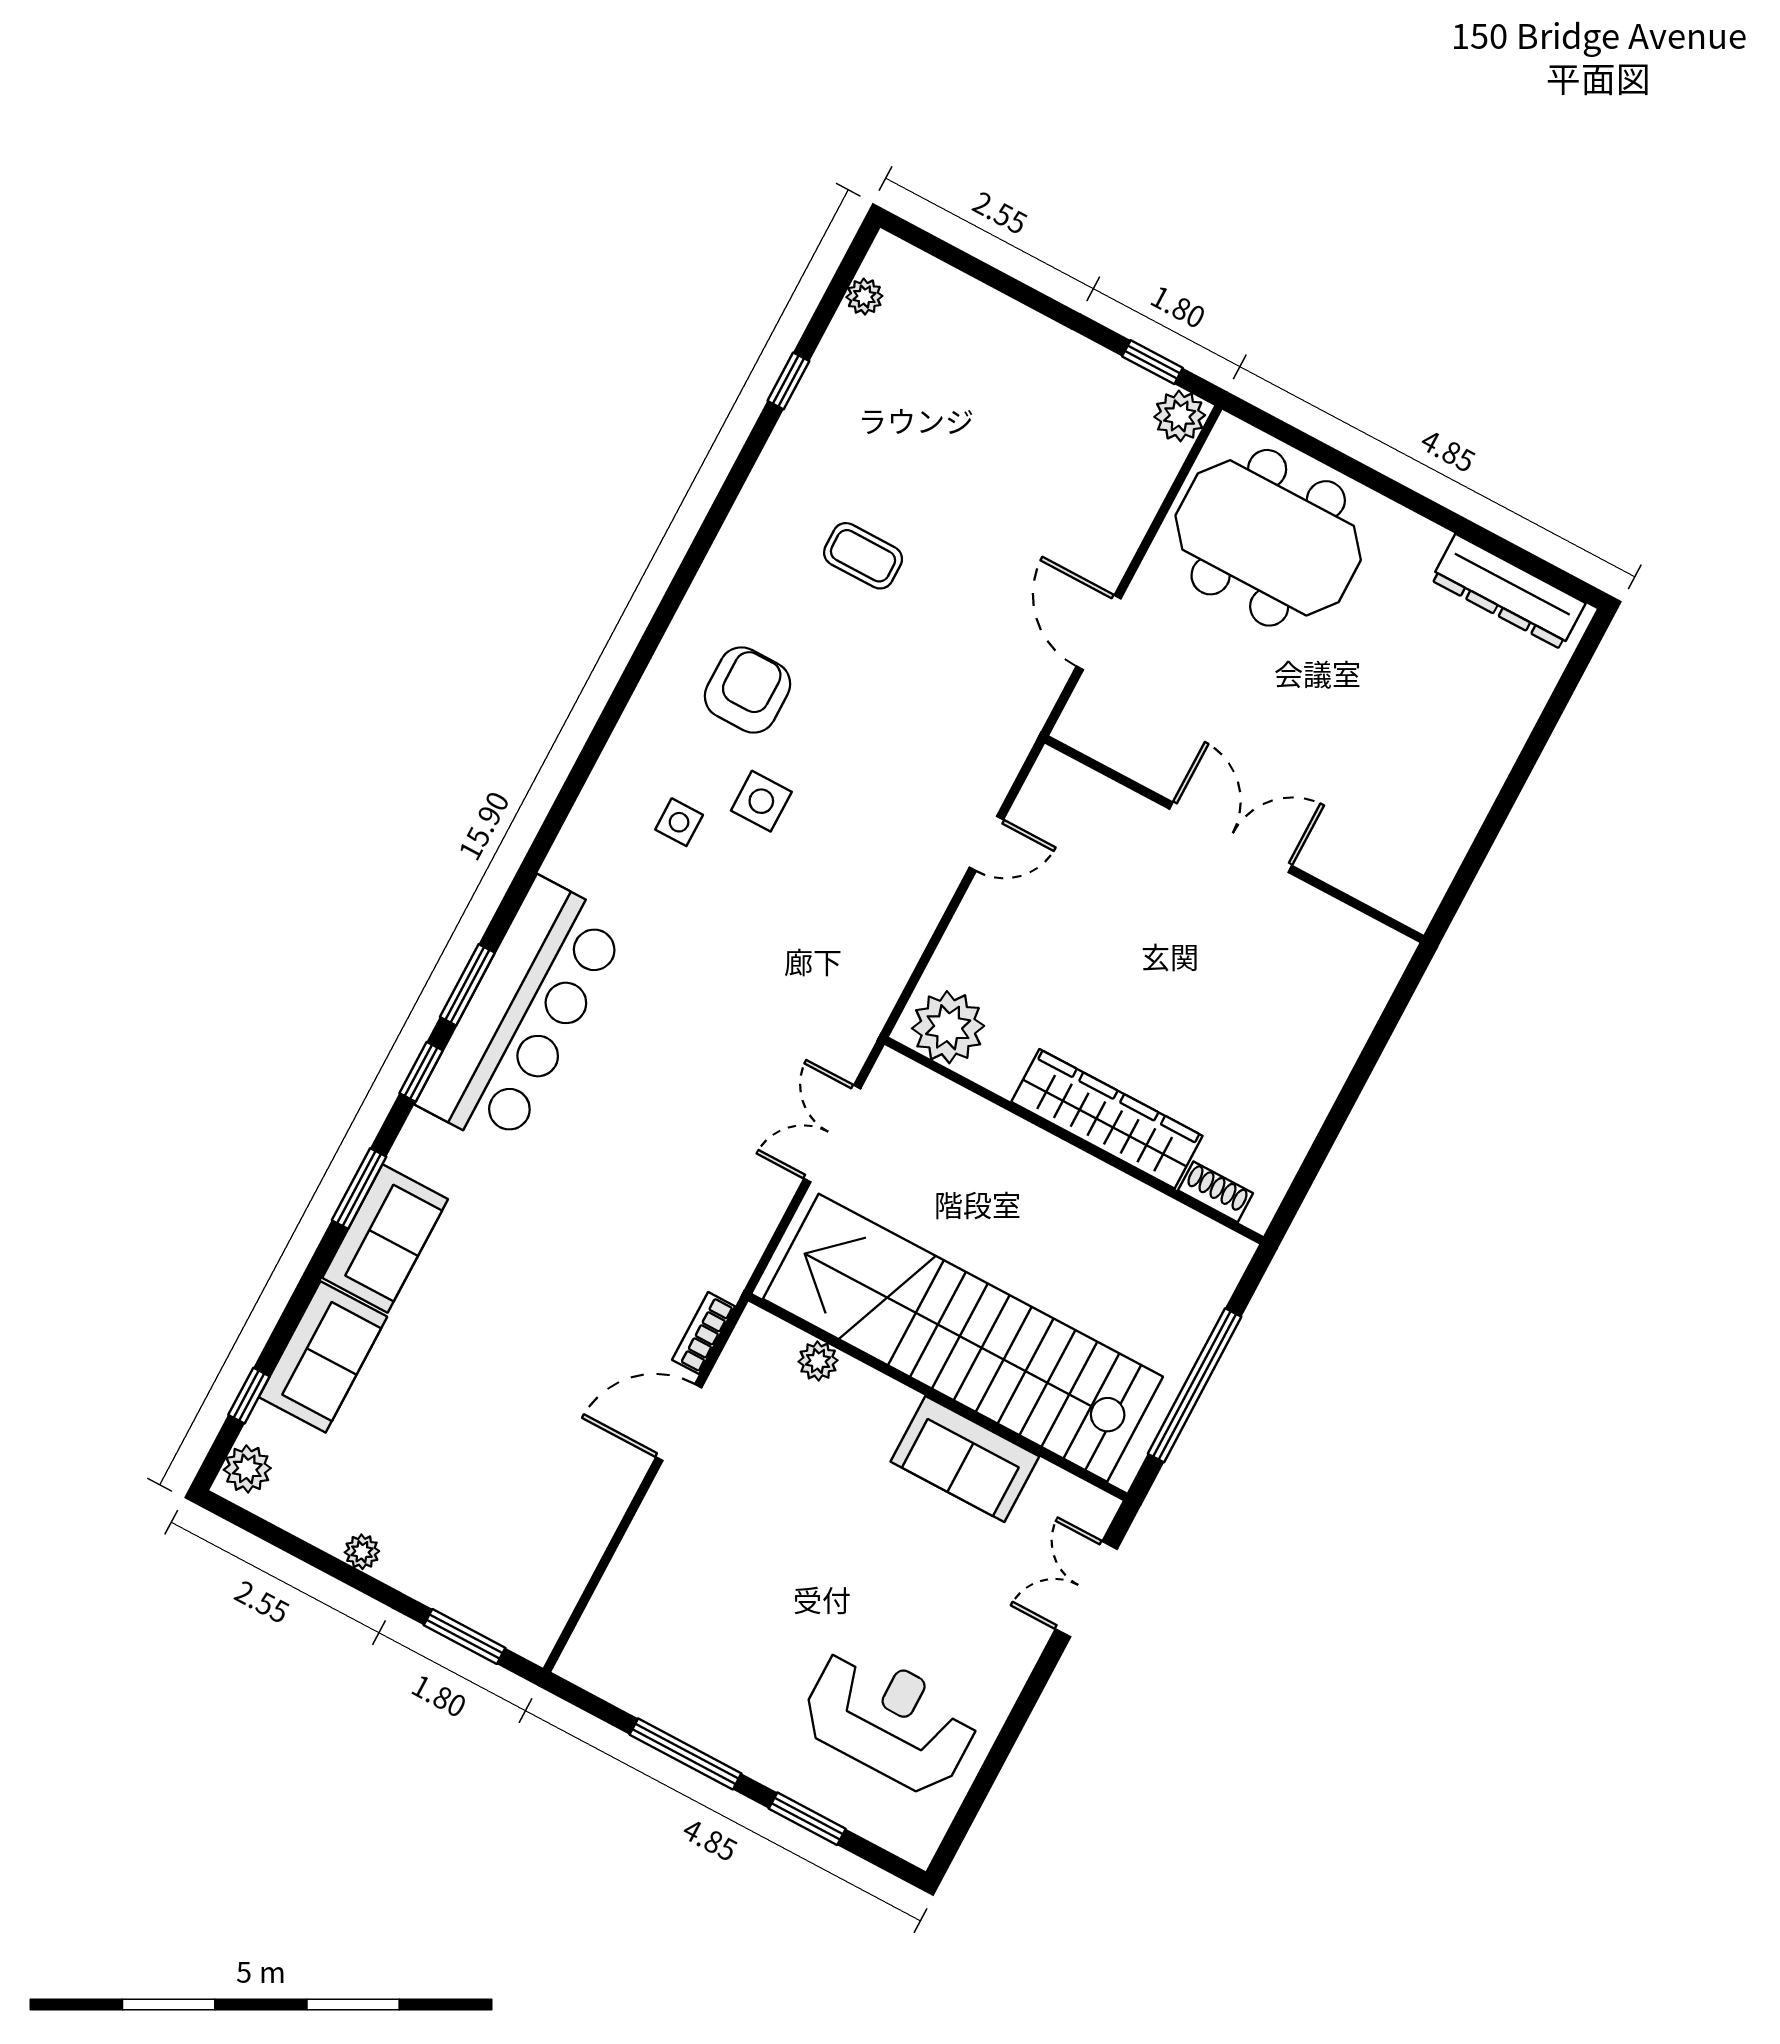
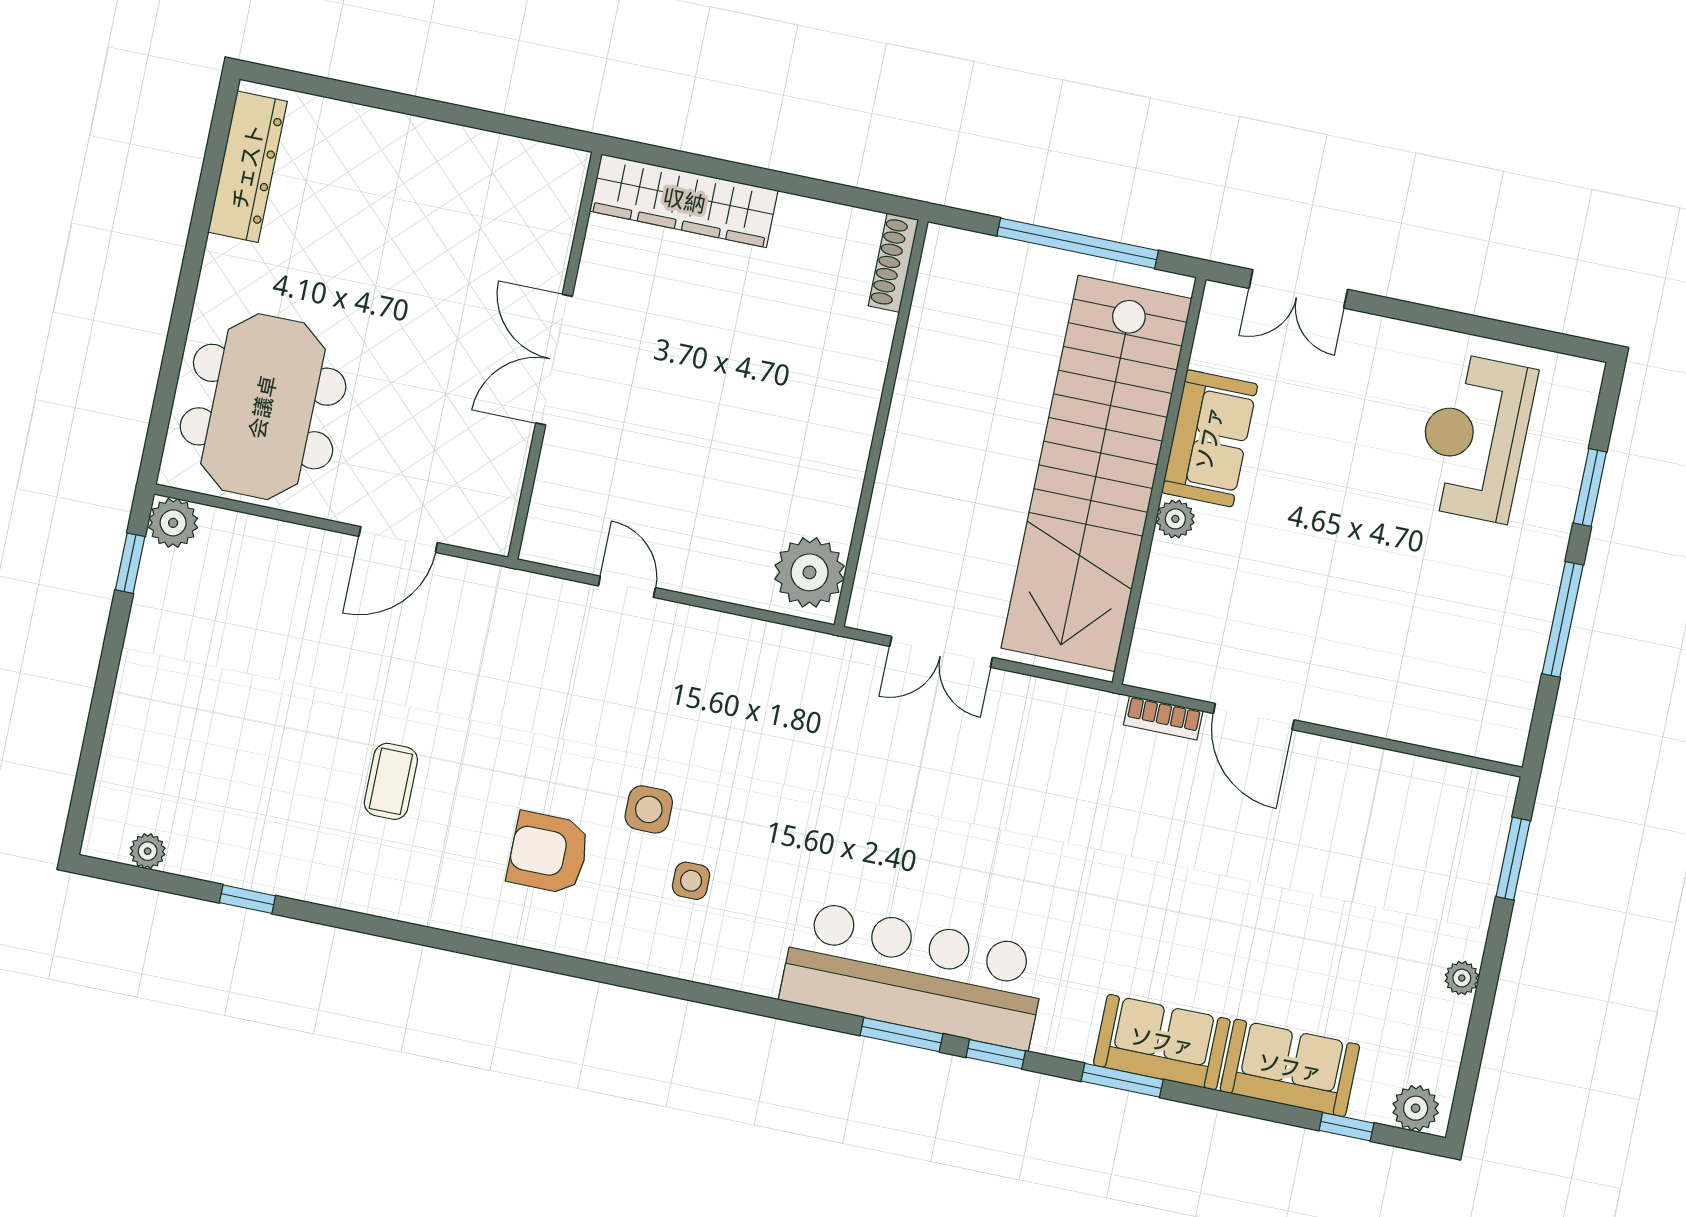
wardrobe: (1107, 1119) -> (684, 201), moved, turned -90
shoe rack: (1215, 1192) -> (893, 263), width x1.43
plant: (818, 1361) -> (1175, 519), moved

